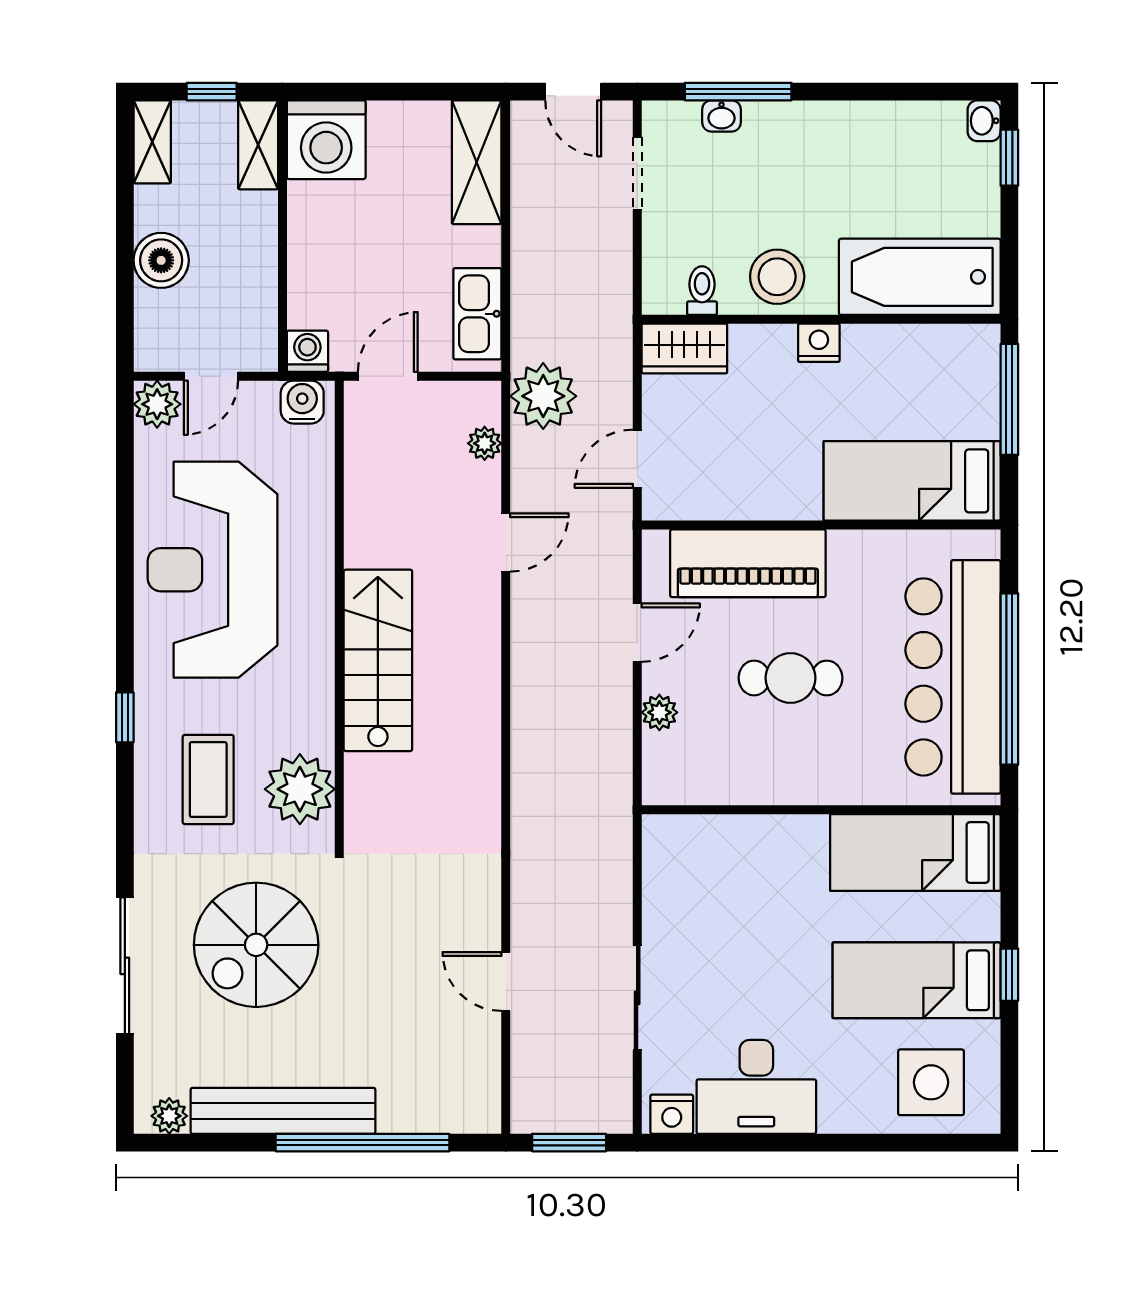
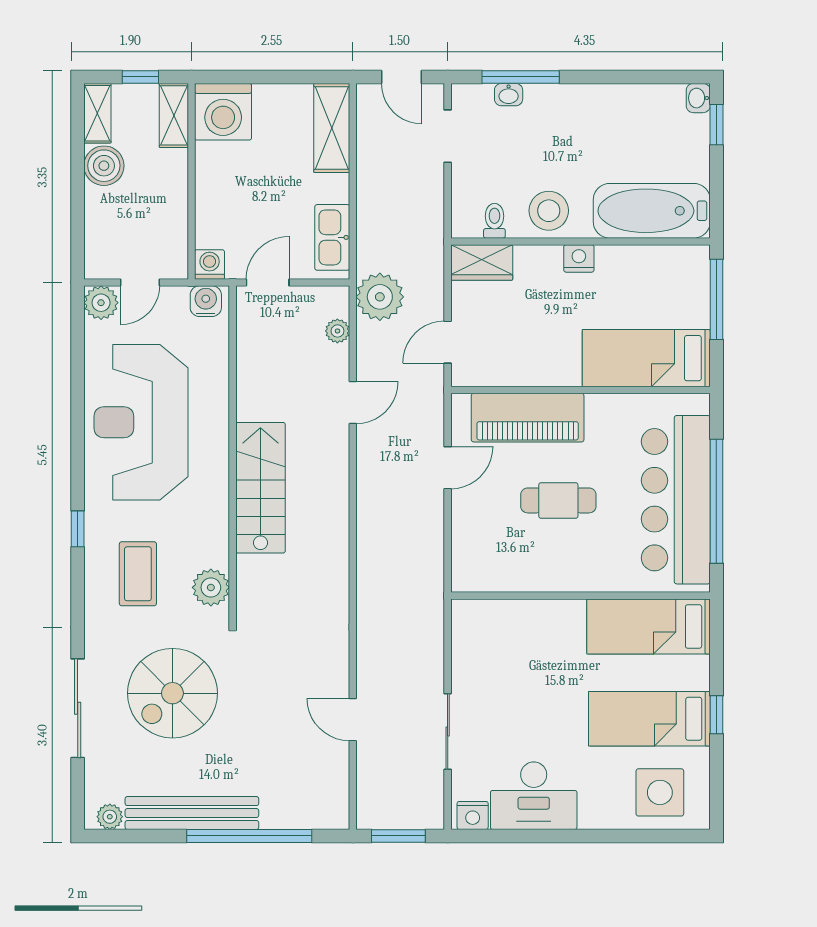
boiler: (161, 260) -> (104, 166), moved
plant: (659, 712) -> (464, 525), removed
plant: (300, 789) -> (211, 587), width x0.73, depth x0.73

